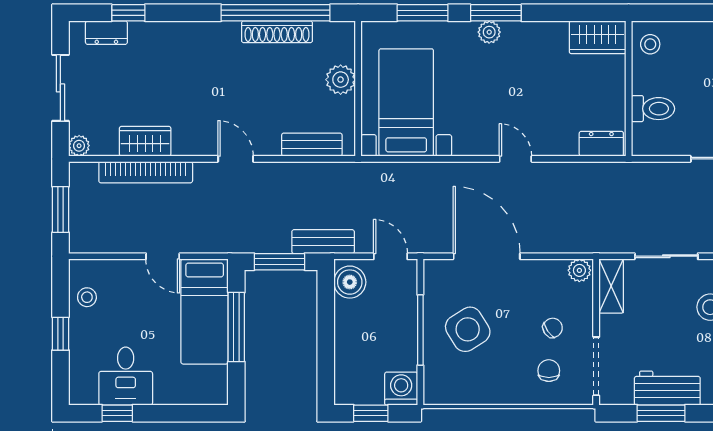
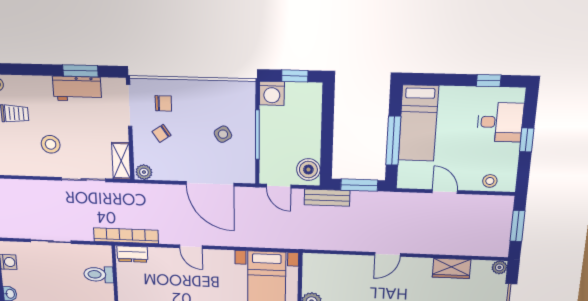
bench: (312, 145) -> (333, 261), removed
door: (236, 159) -> (387, 254), hinge flipped
bookcase: (146, 172) -> (126, 236), moved
stool: (87, 297) -> (490, 181), moved
bed: (205, 311) -> (418, 123), moved, turned 180
side table: (468, 329) -> (223, 134), width x0.54, depth x0.54
chair: (549, 371) -> (163, 103), turned -90
desk: (126, 376) -> (500, 122), moved, turned 90

